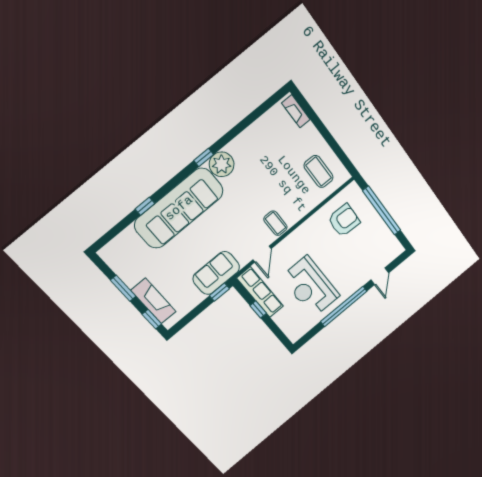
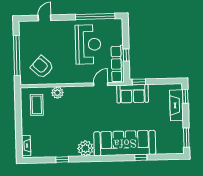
window: (204, 158) -> (62, 160), moved
plant: (305, 205) -> (57, 93), added
armchair: (344, 220) -> (42, 67), turned 41
coffee table: (275, 223) -> (81, 95), removed
window: (123, 288) -> (186, 138), moved
window: (344, 306) -> (95, 17), moved

